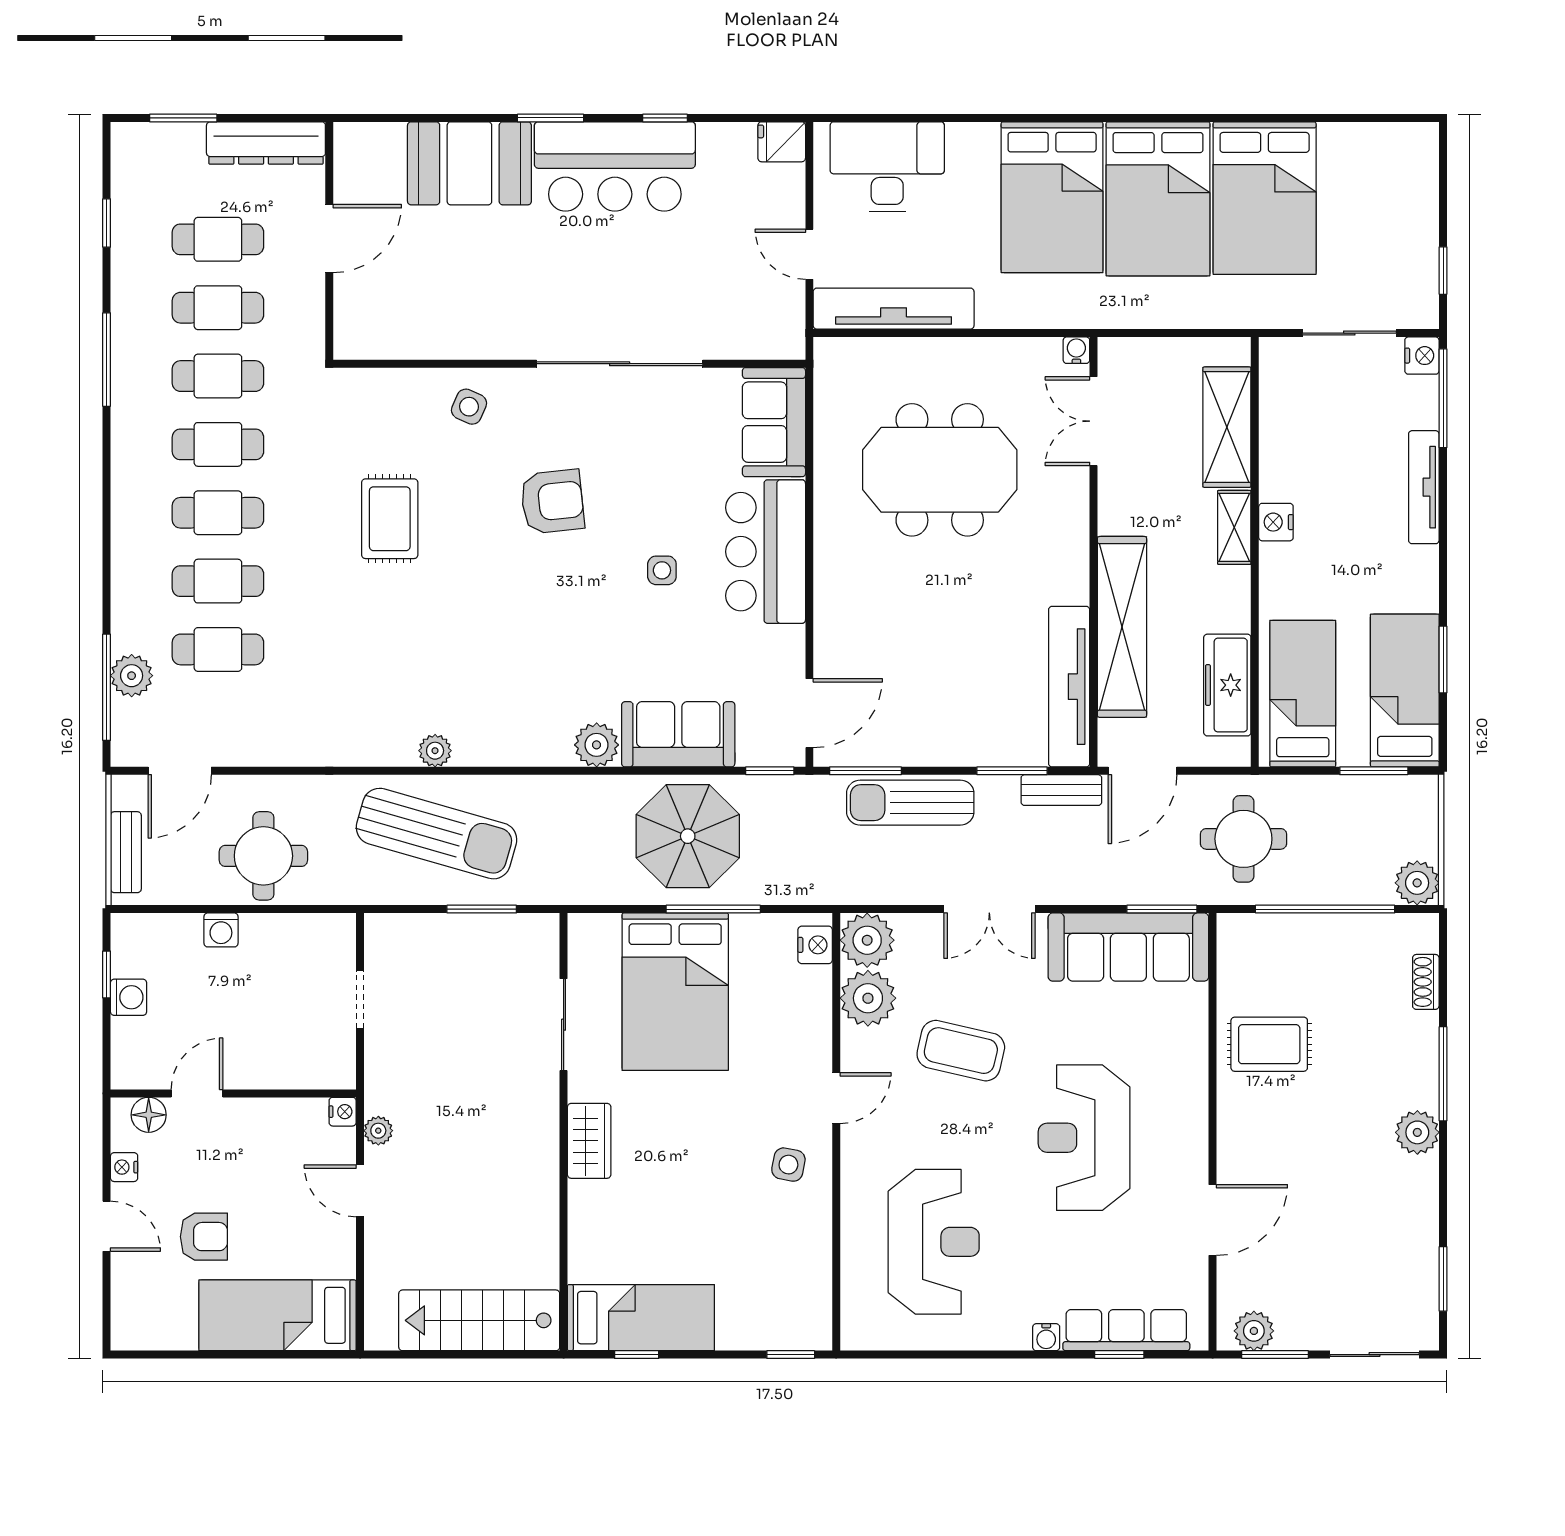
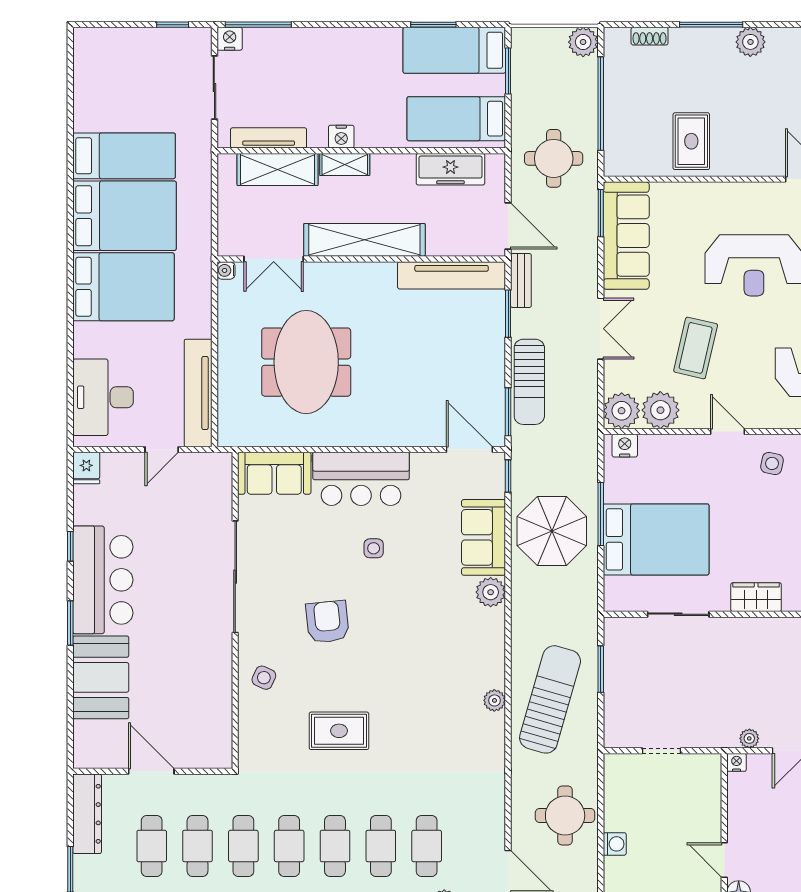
bed: (1265, 198) -> (124, 156), width x0.67
tv unit: (1424, 487) -> (269, 138), moved, turned 180
shelving: (1122, 627) -> (364, 240), moved

